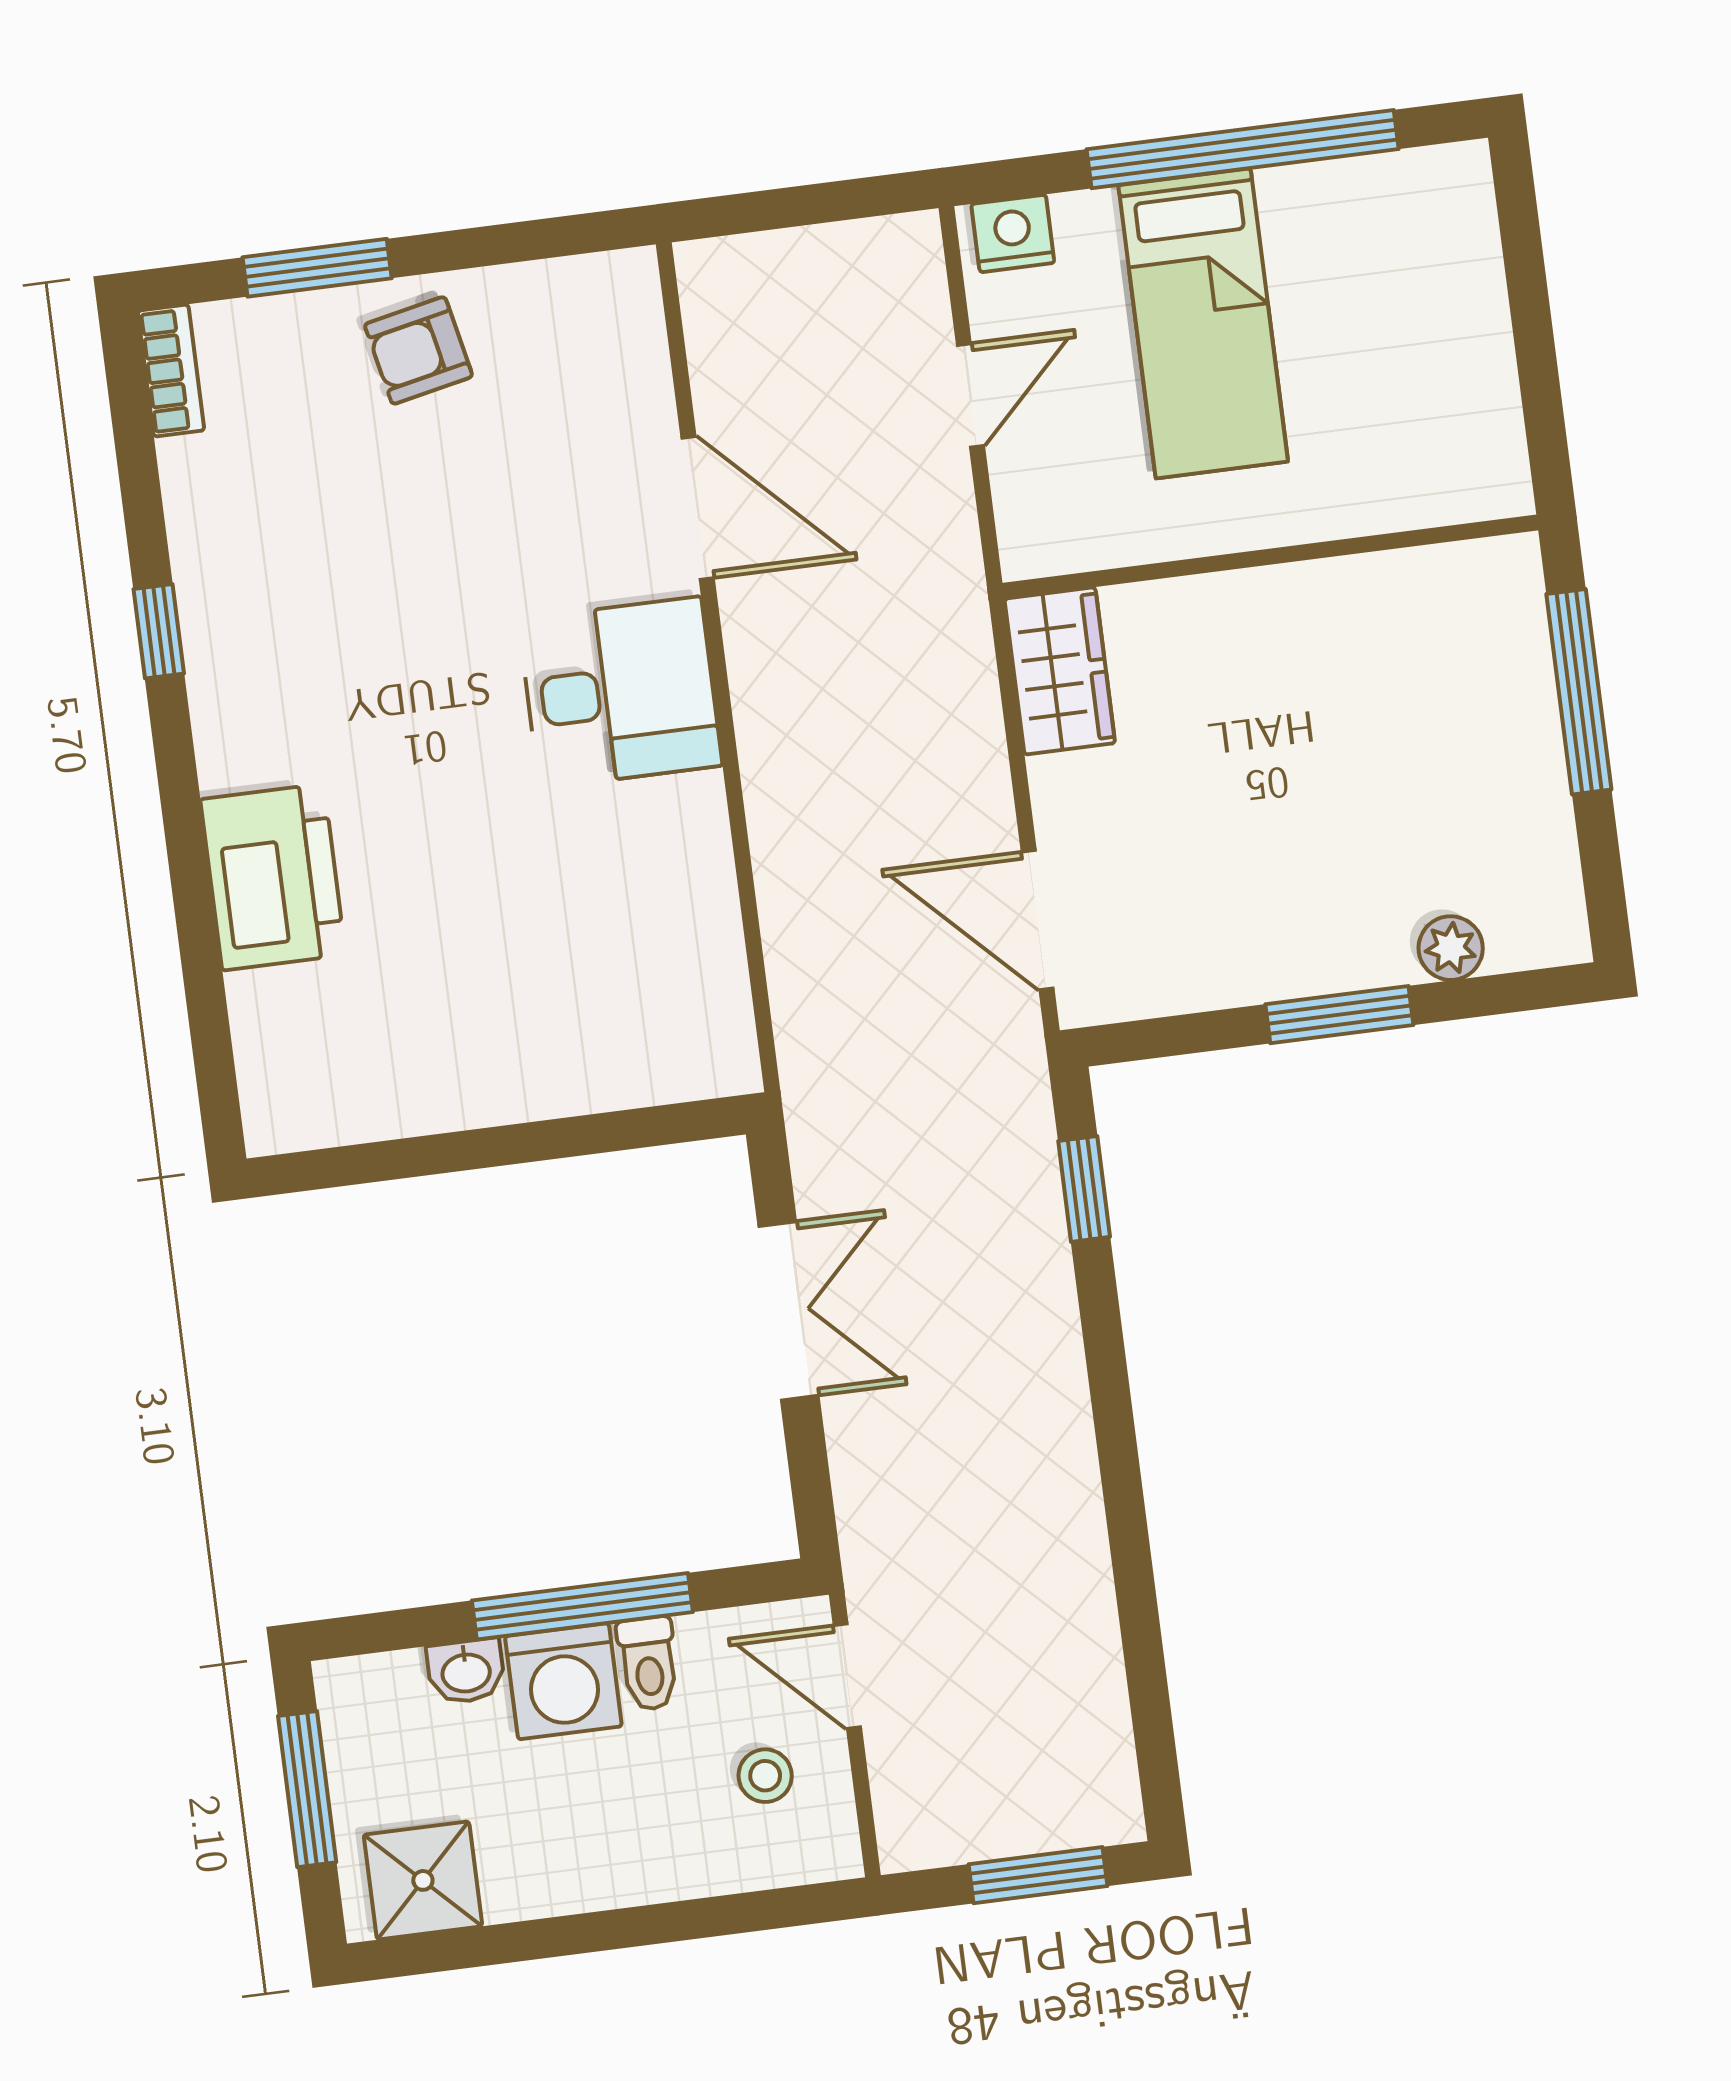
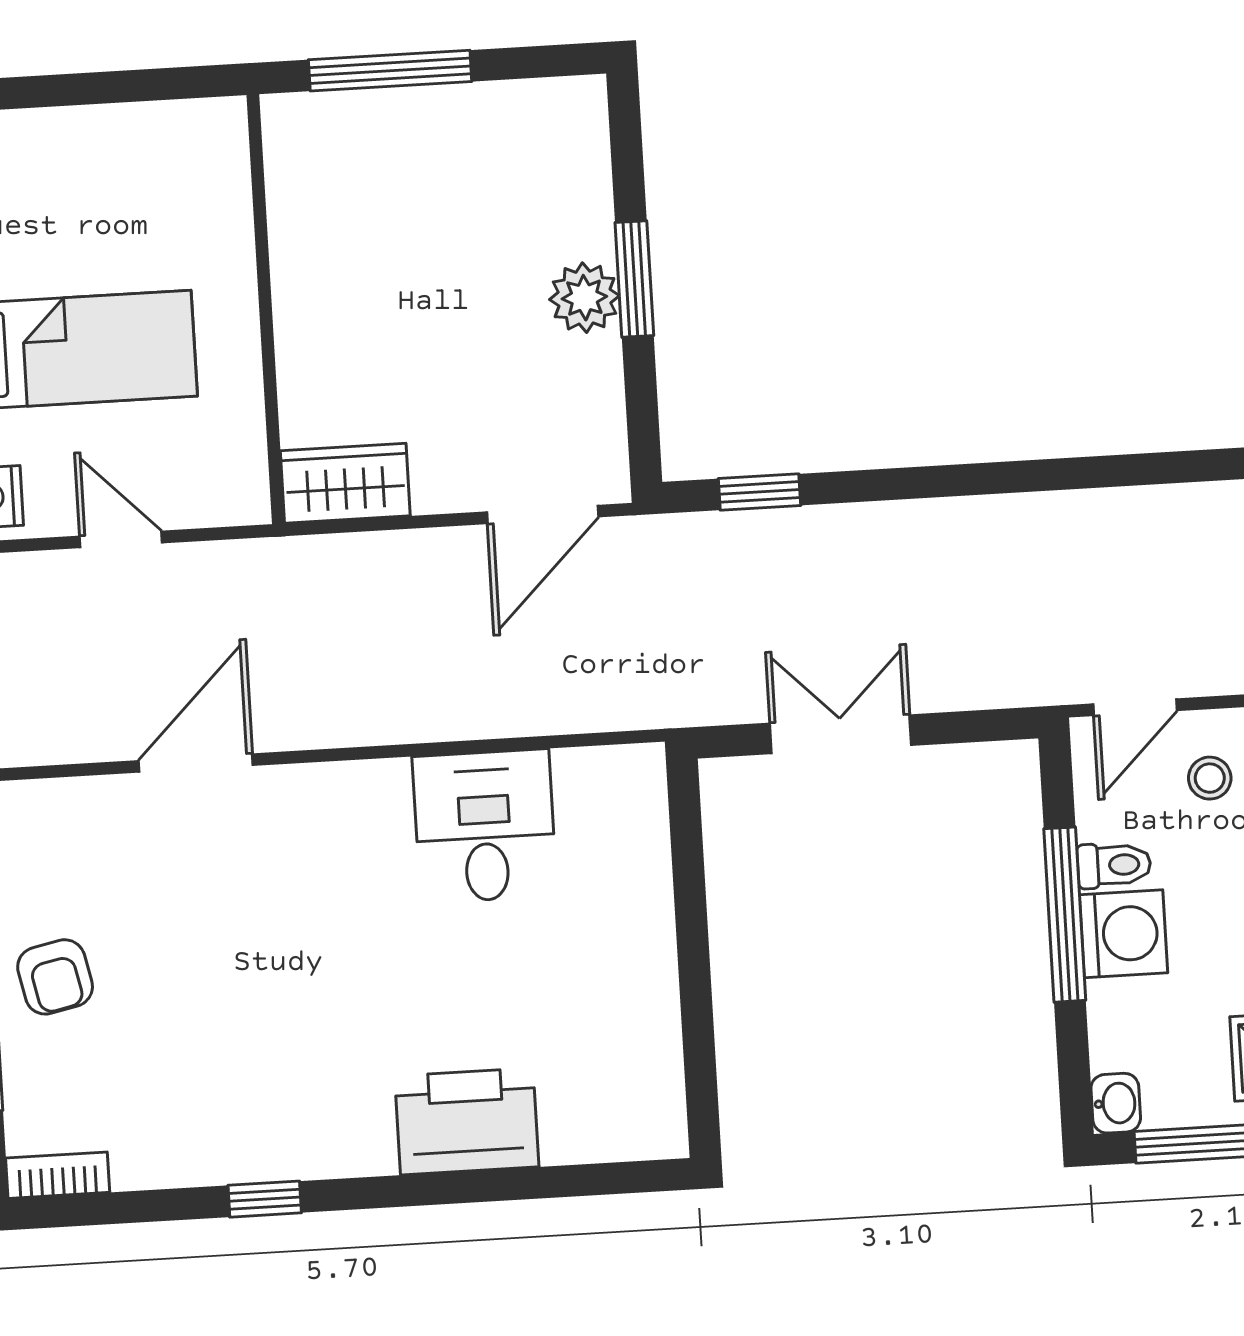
desk: (620, 693) -> (485, 826), moved
plant: (1451, 948) -> (584, 298), moved, width x1.38, depth x1.38
washbasin: (466, 1671) -> (1116, 1103), moved

